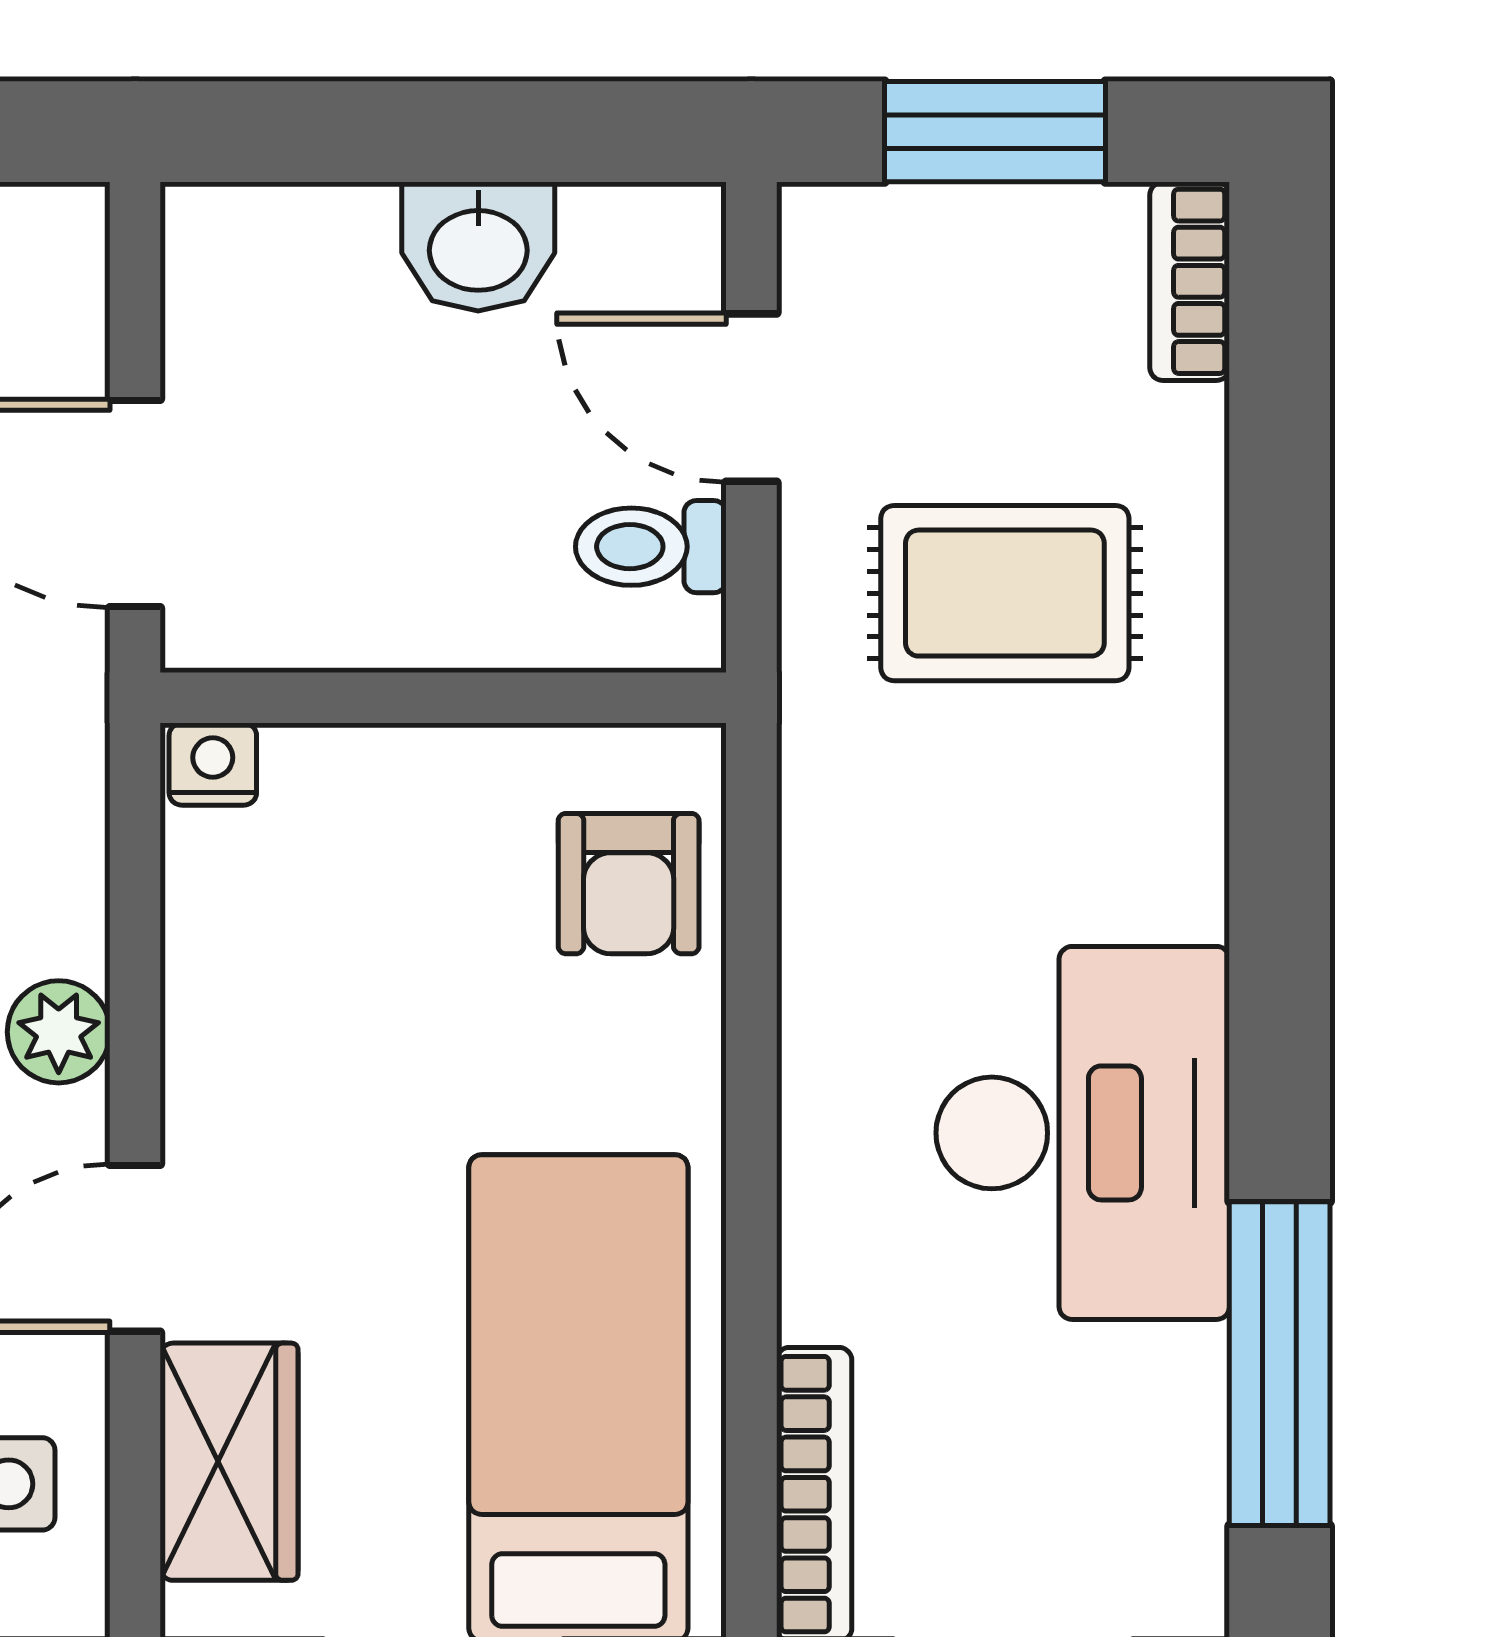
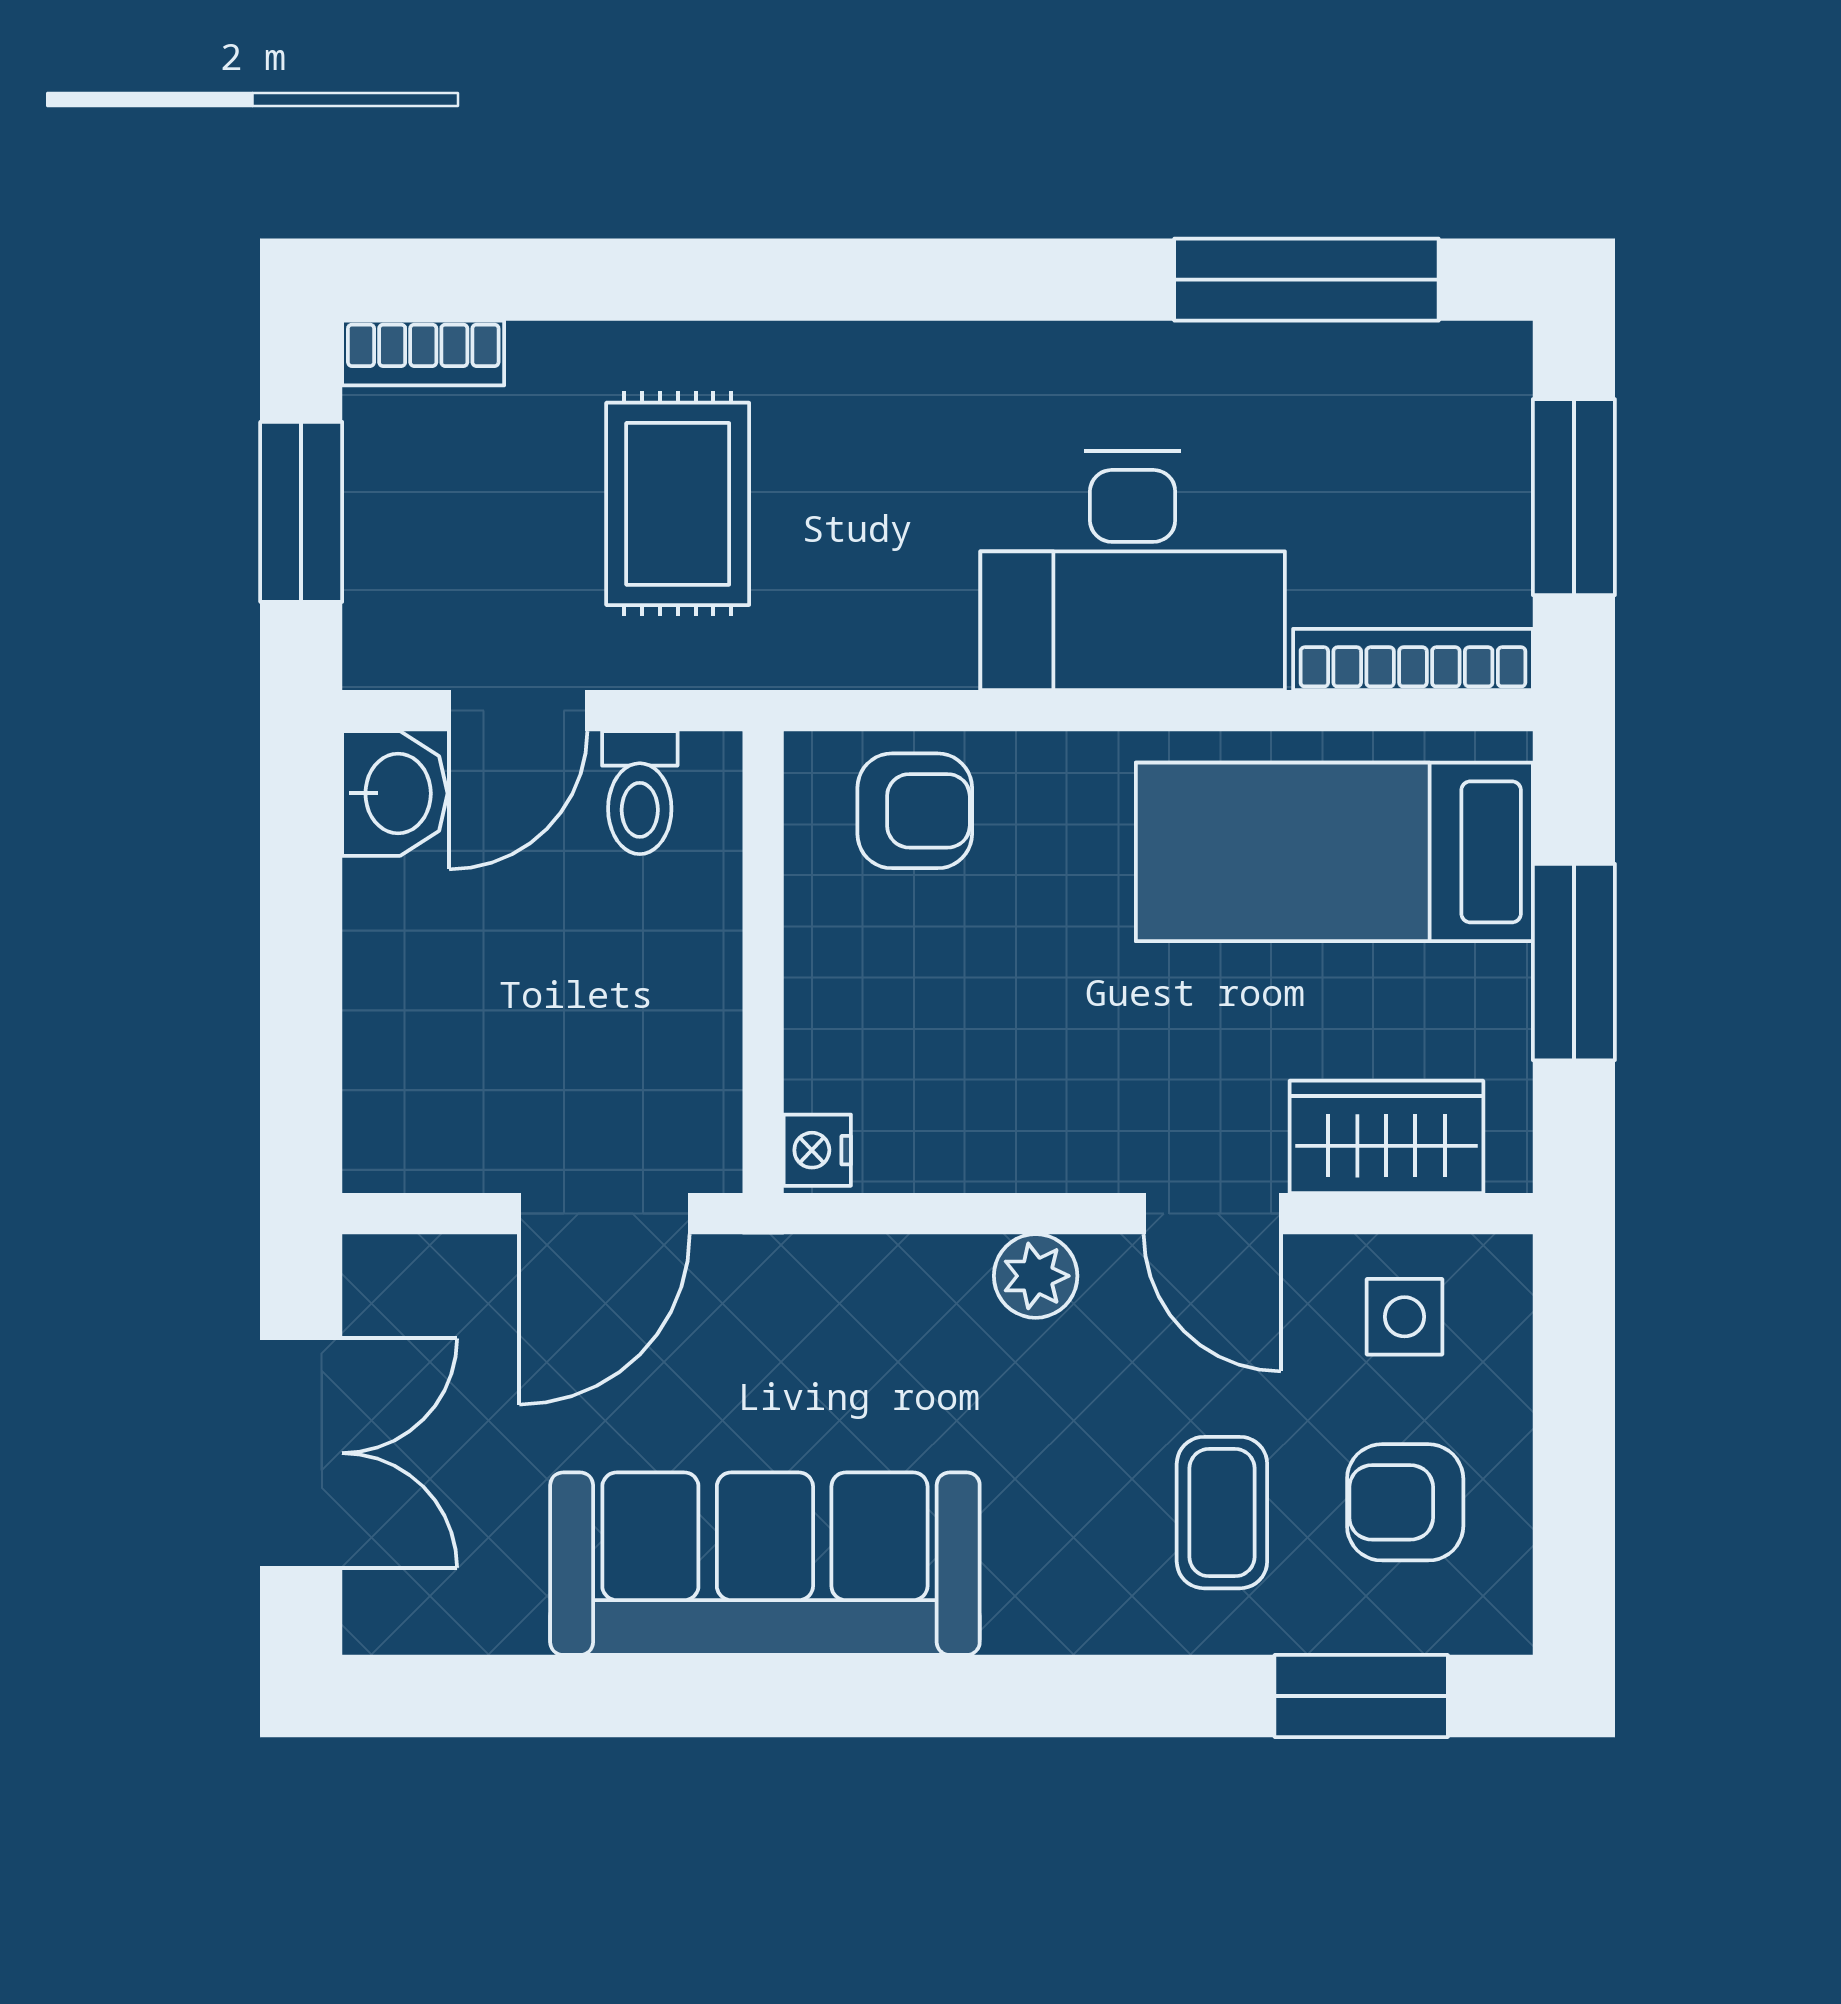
washbasin: (478, 247) -> (395, 793), moved
desk: (1083, 1133) -> (1133, 571), moved, turned 180

